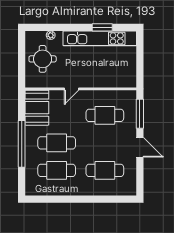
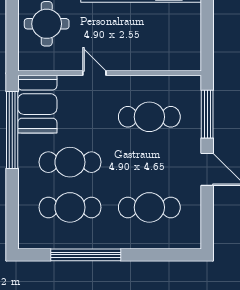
door: (71, 89) -> (94, 73), swing flipped
window: (22, 144) -> (12, 130), moved
window: (66, 199) -> (86, 255), added

